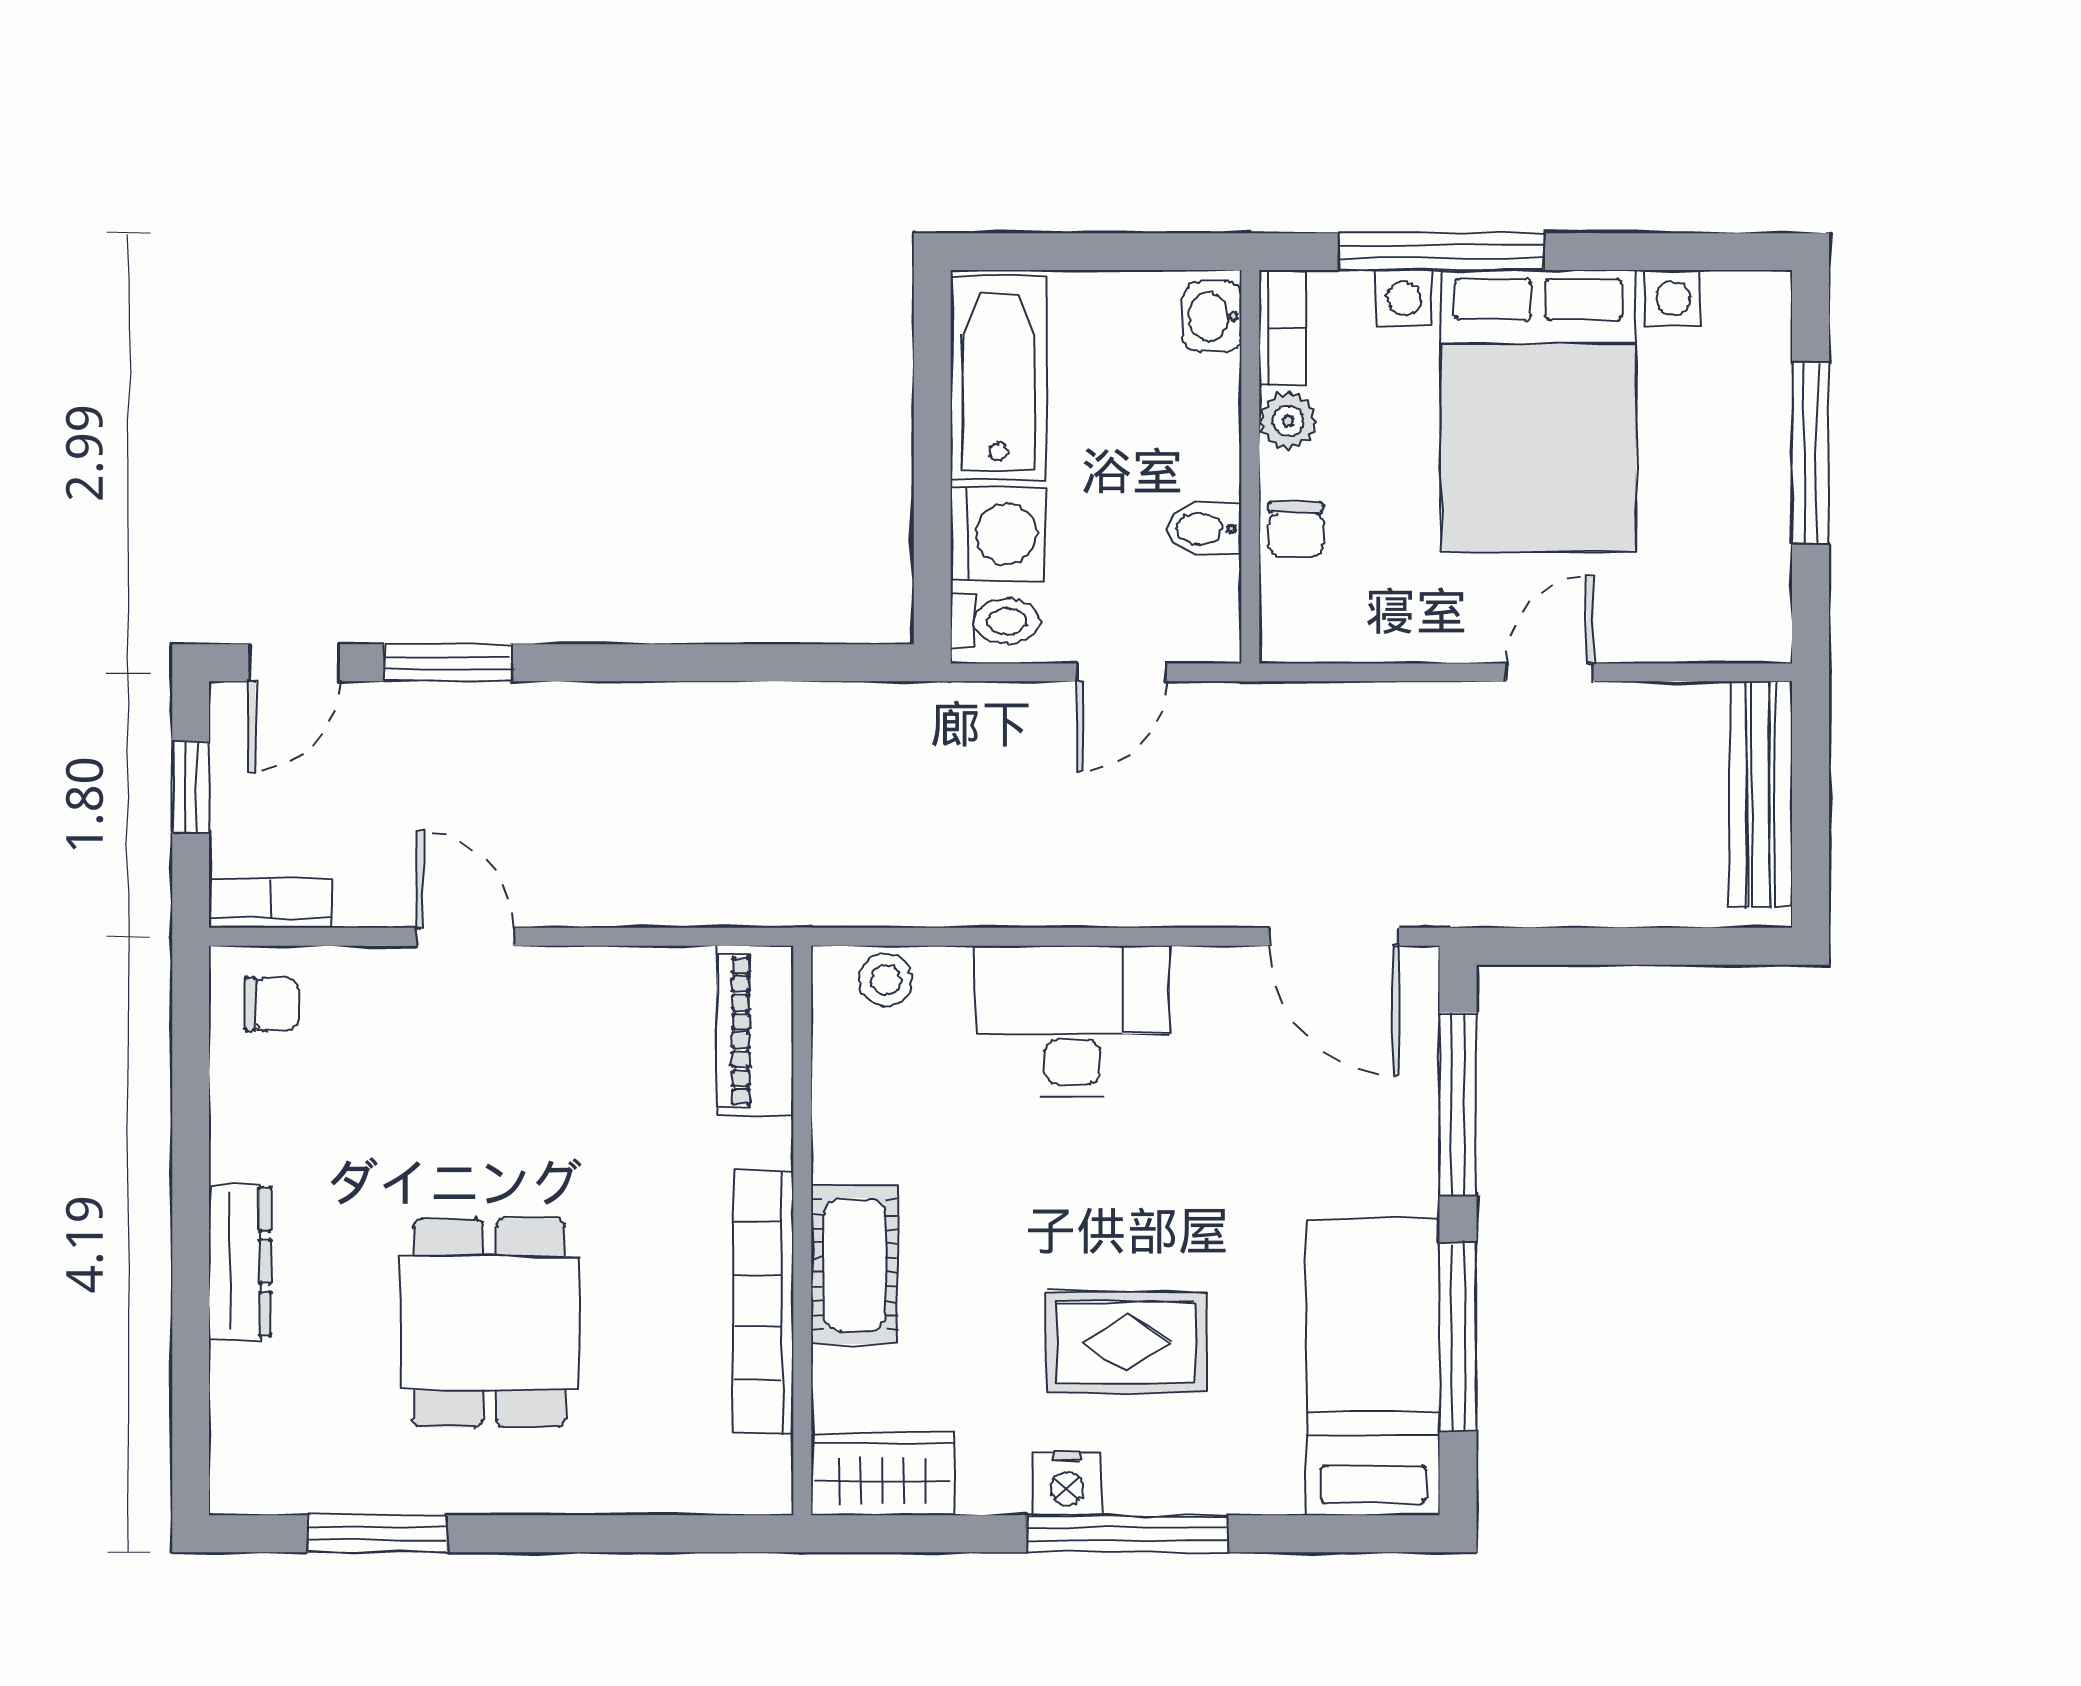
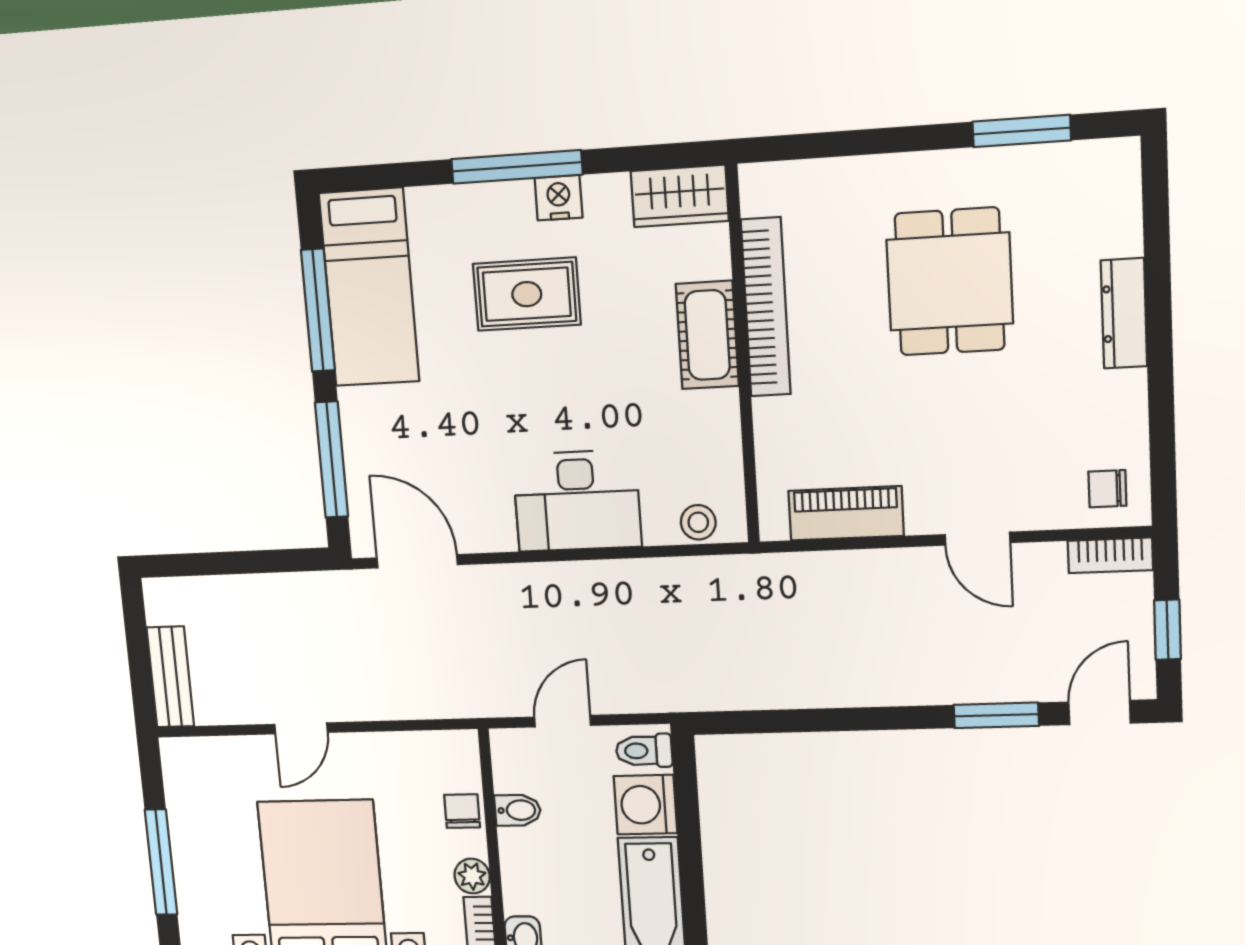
bench: (1761, 794) -> (170, 677), width x0.73
piano: (755, 1031) -> (846, 513), moved, turned -90

